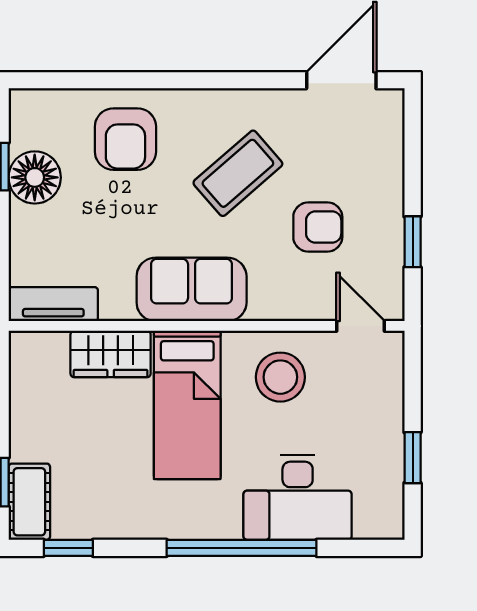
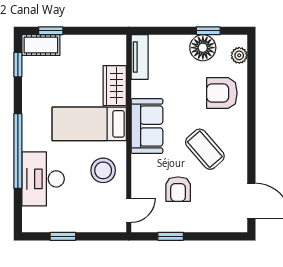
plant: (50, 105) -> (239, 55), added

